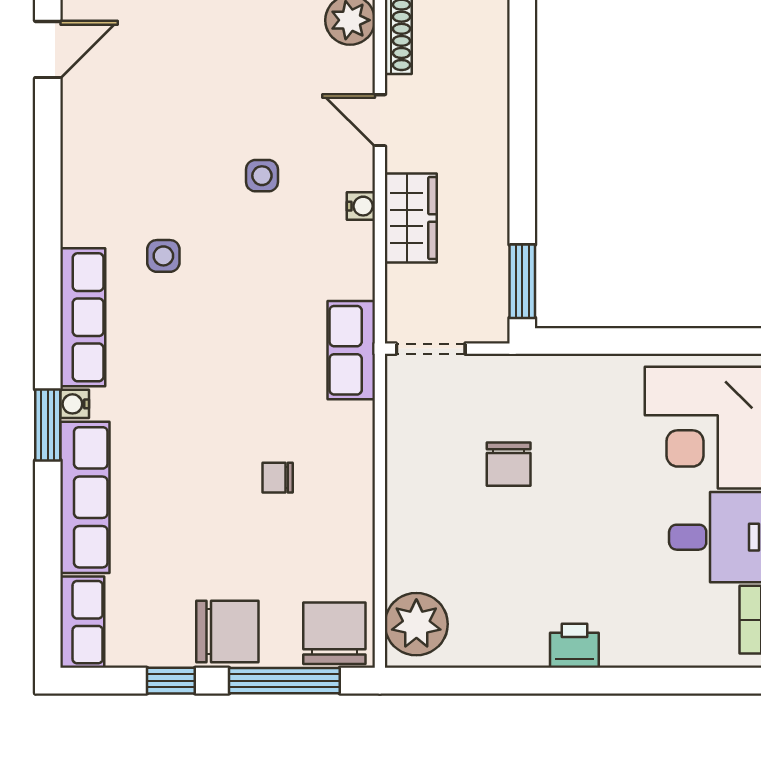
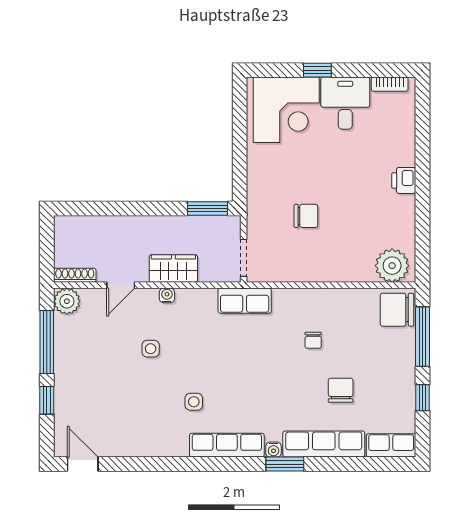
chair: (227, 632) -> (341, 390), moved, width x0.73, depth x0.73

